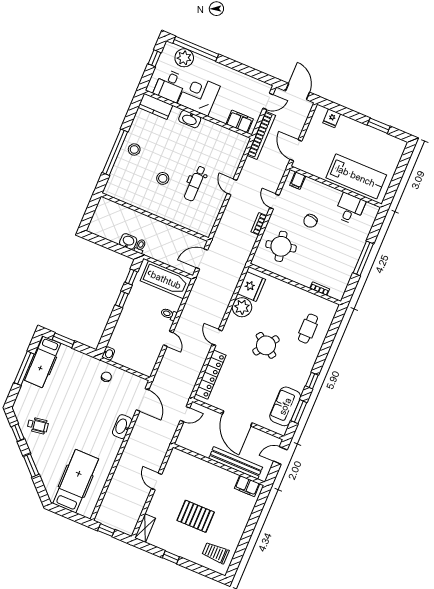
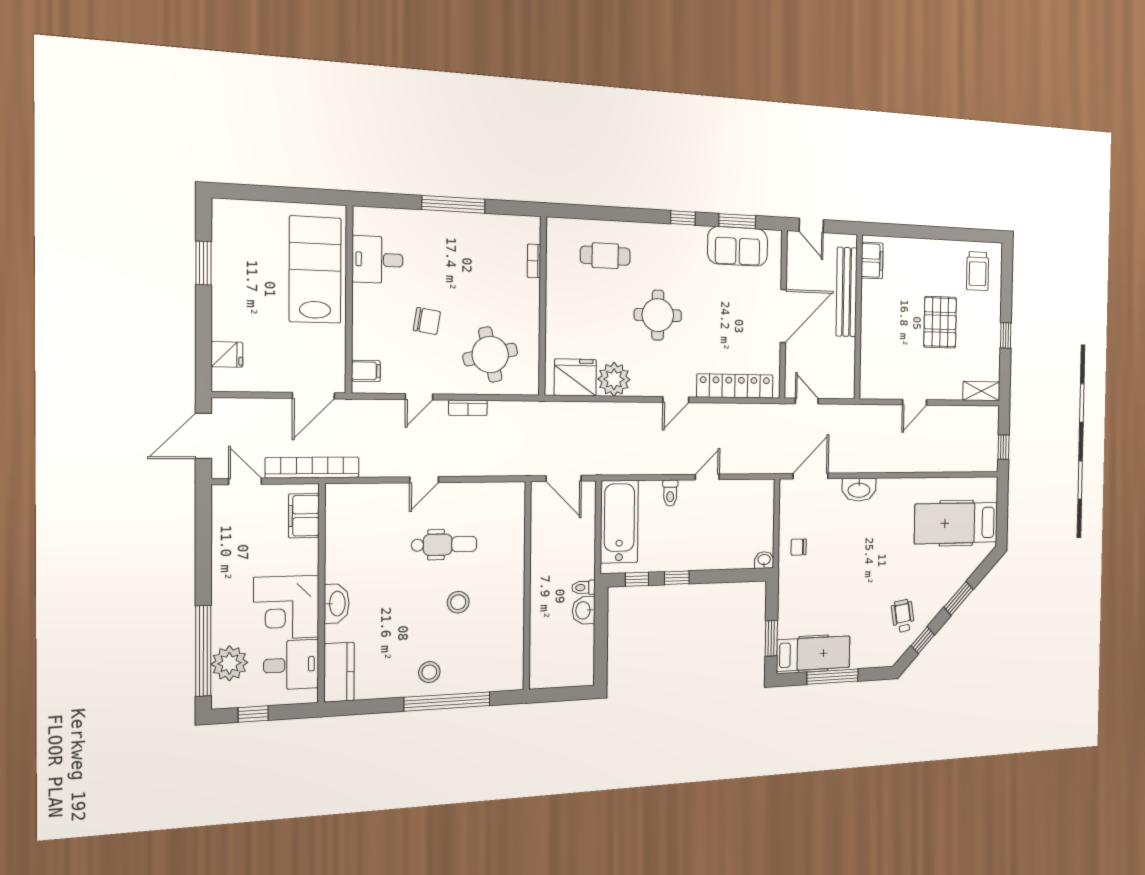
round table: (266, 345) -> (658, 315), turned -35

